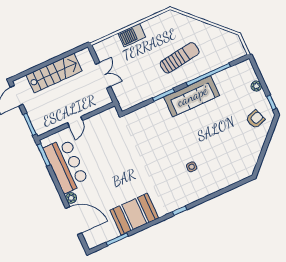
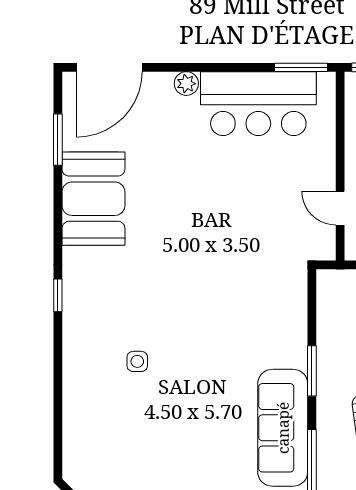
door: (75, 122) -> (340, 208), moved
door: (74, 221) -> (109, 67), moved

